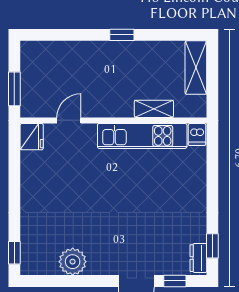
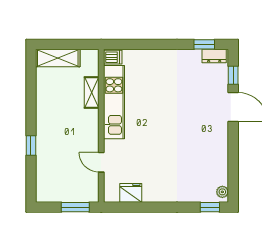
window: (122, 35) -> (31, 145), moved
fridge: (32, 137) -> (131, 193), moved
plant: (73, 262) -> (222, 192), moved, width x0.53, depth x0.53

